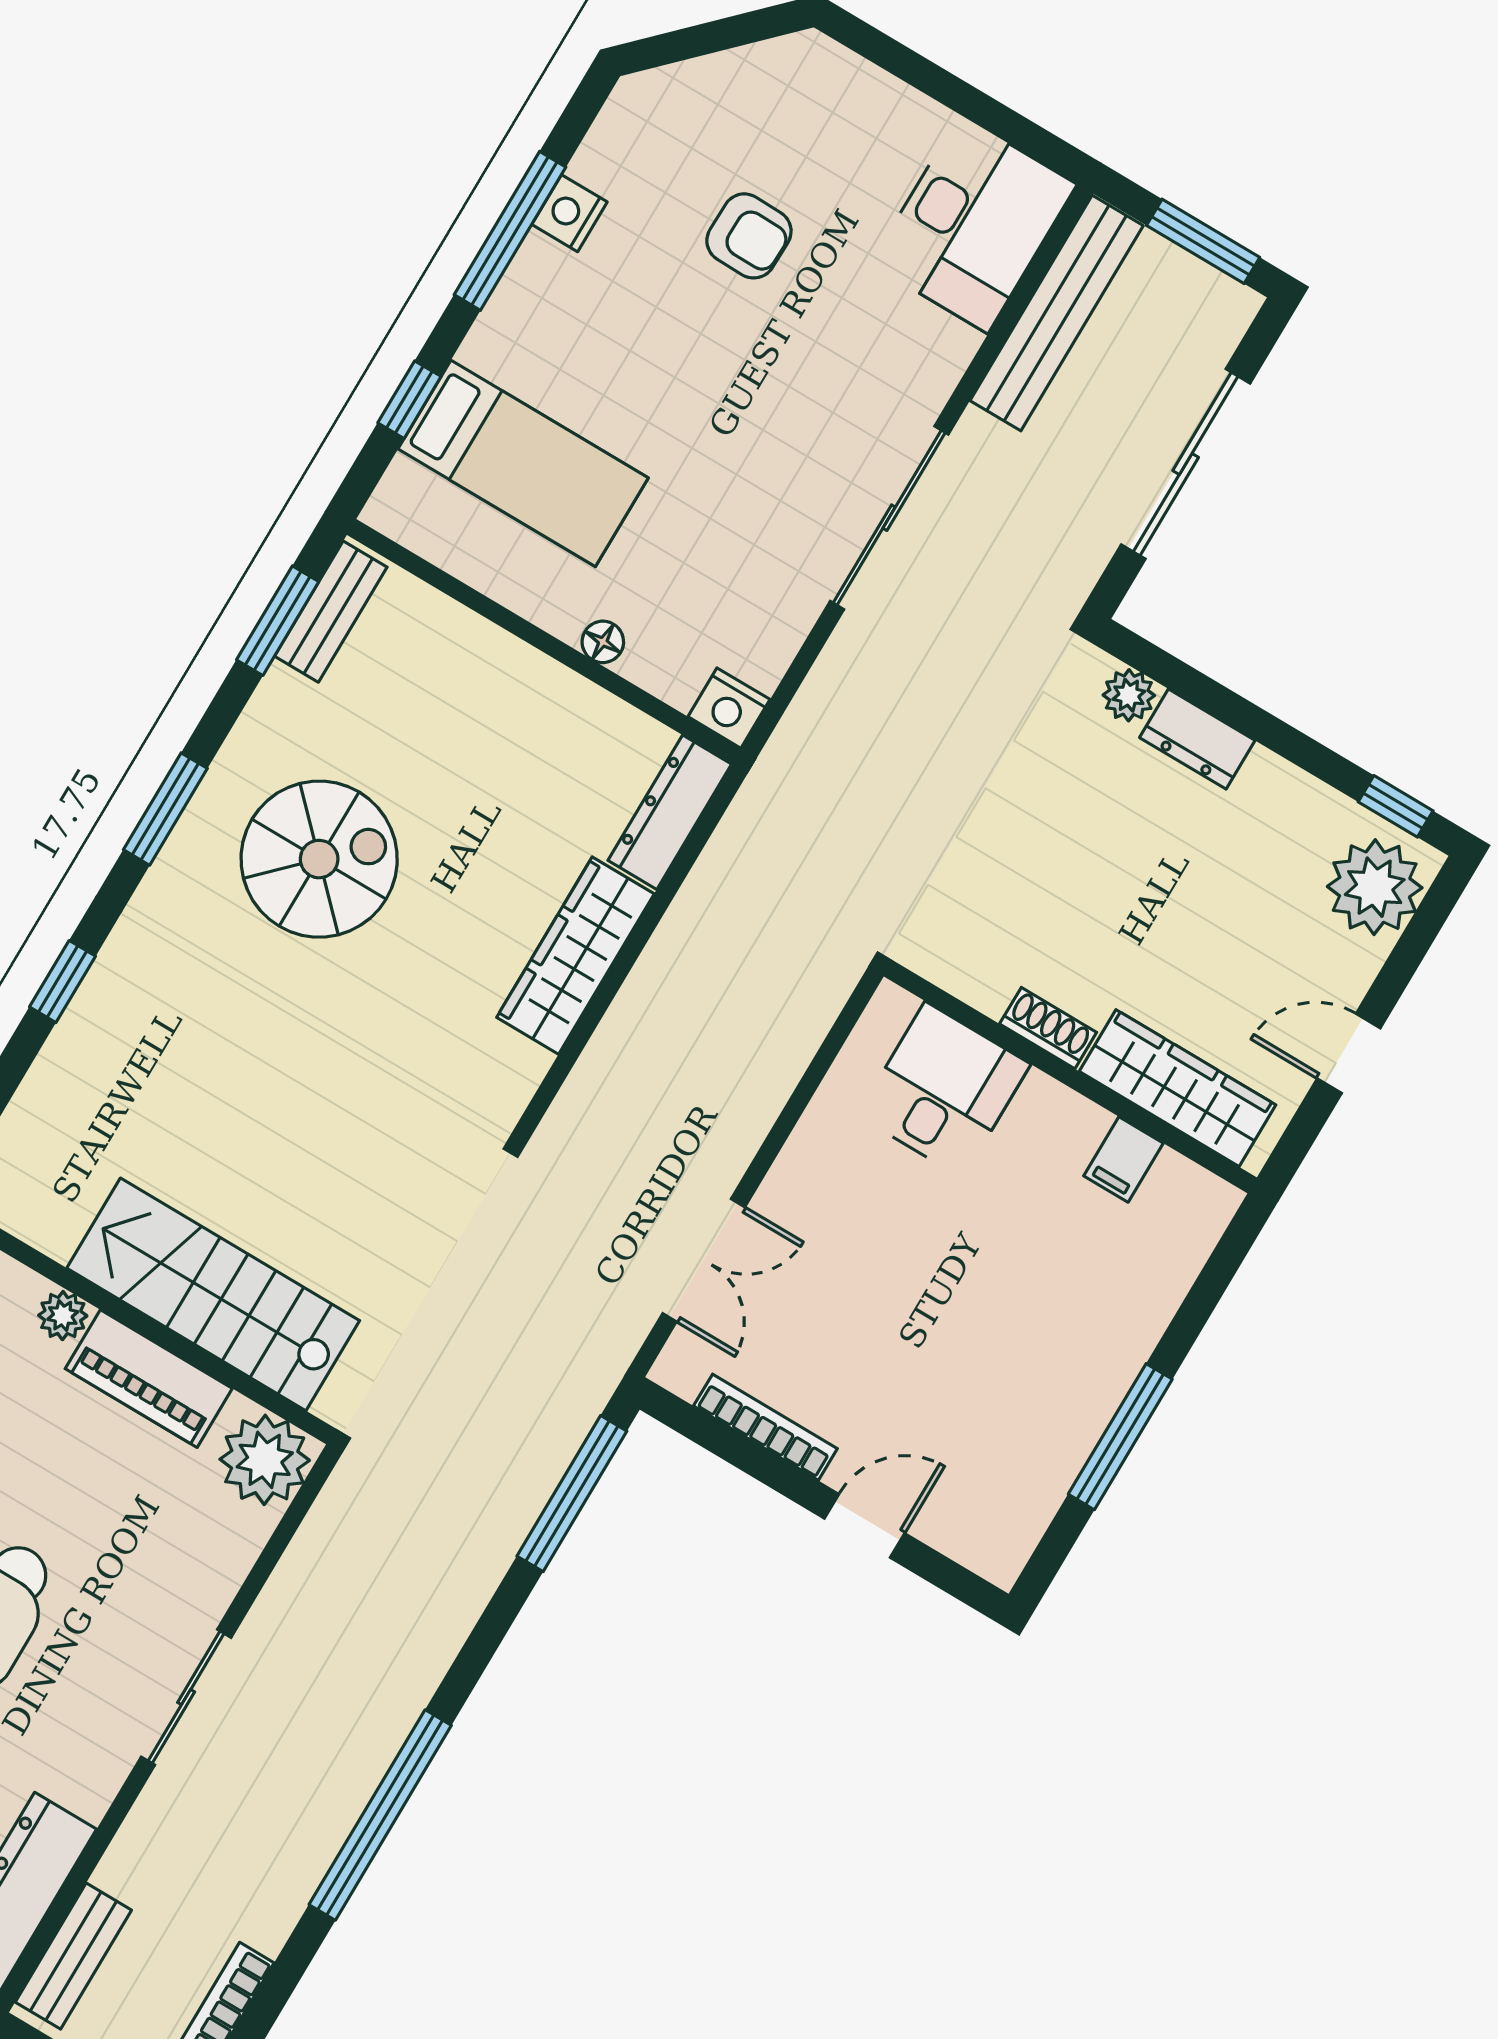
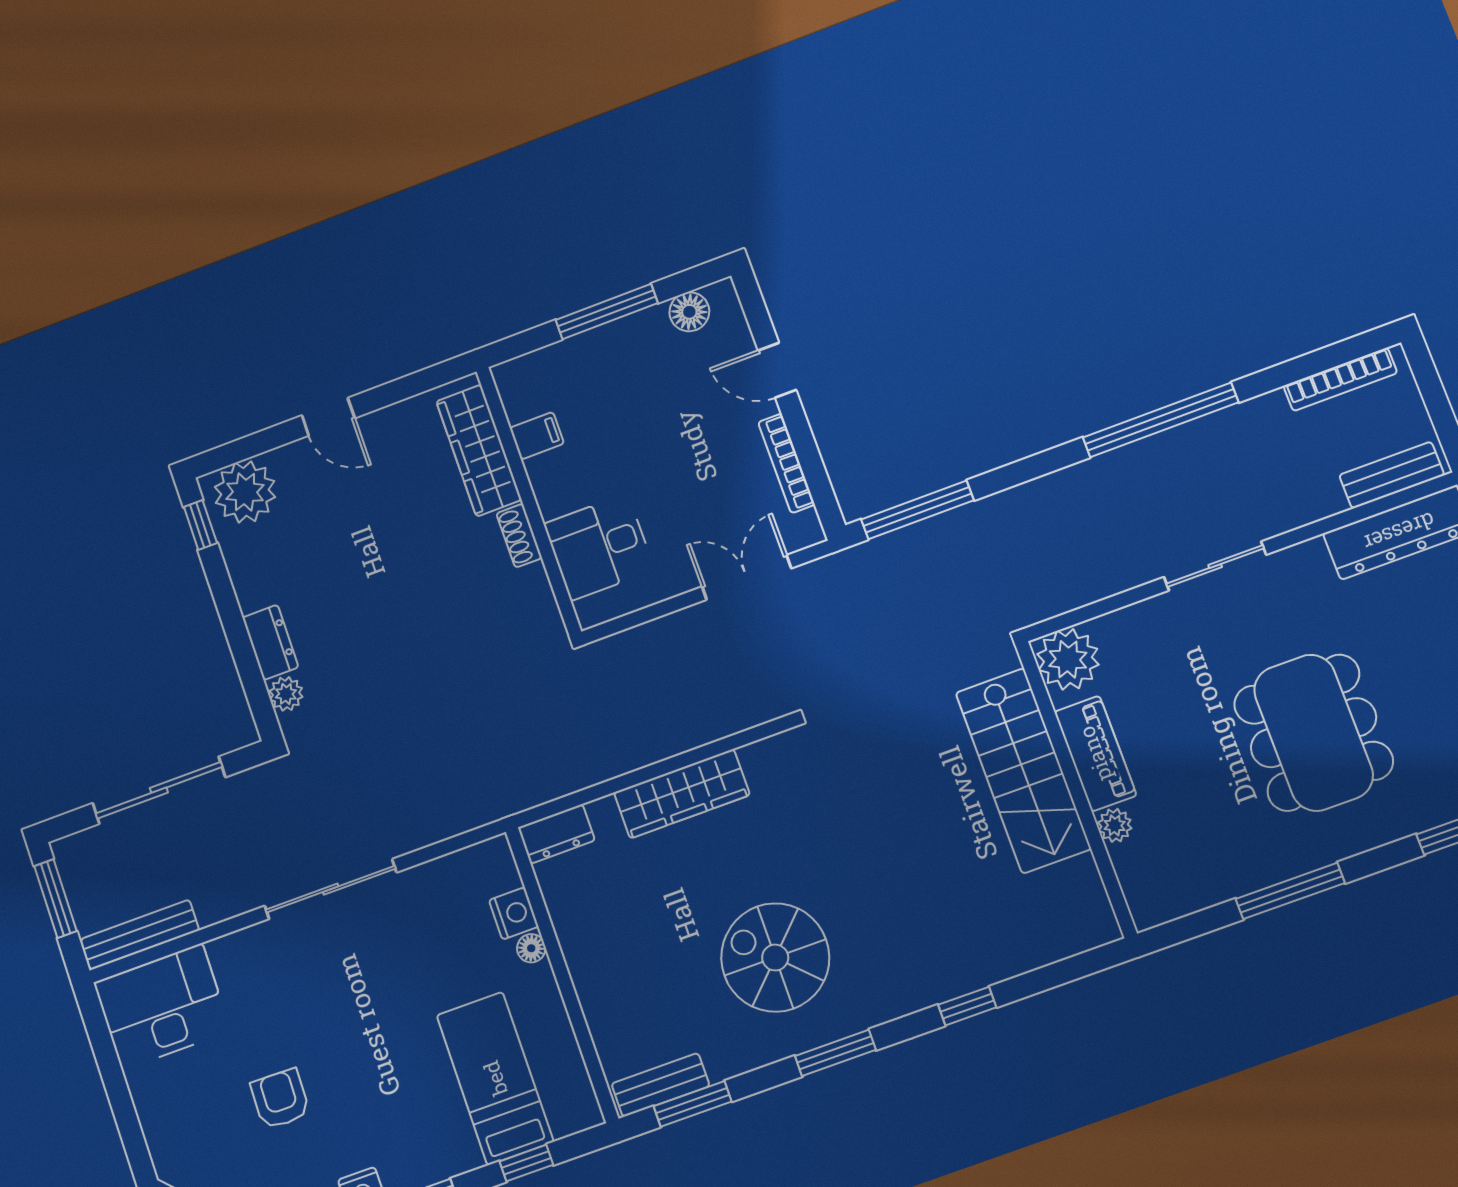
bench: (1057, 313) -> (140, 935), width x0.73, depth x0.82
nightstand: (729, 708) -> (514, 913), moved
dresser: (670, 812) -> (556, 834), width x0.70
shoe rack: (1048, 1028) -> (519, 536), moved
wall: (1070, 1077) -> (529, 501), moved
wardrobe: (1177, 1088) -> (479, 450), moved
desk: (944, 1090) -> (599, 547), moved
filing cabinet: (1123, 1159) -> (537, 436), moved
floor lamp: (1023, 1513) -> (689, 312), added

